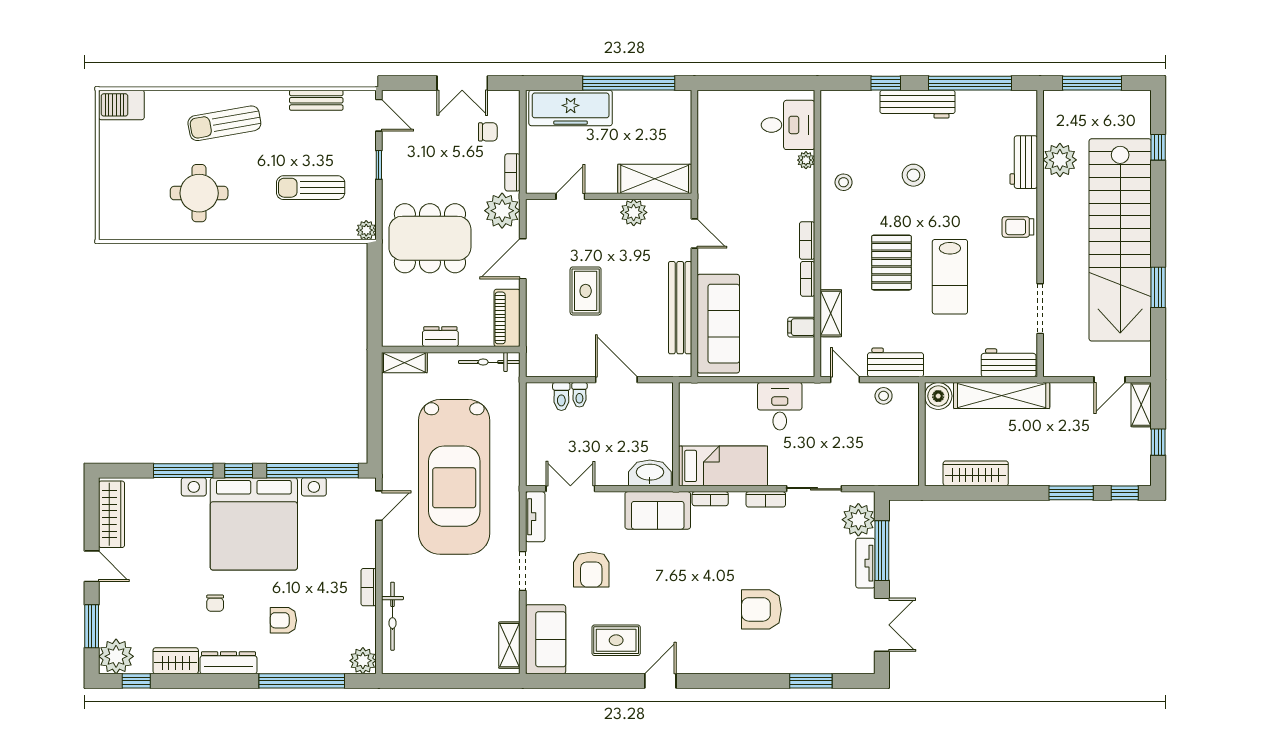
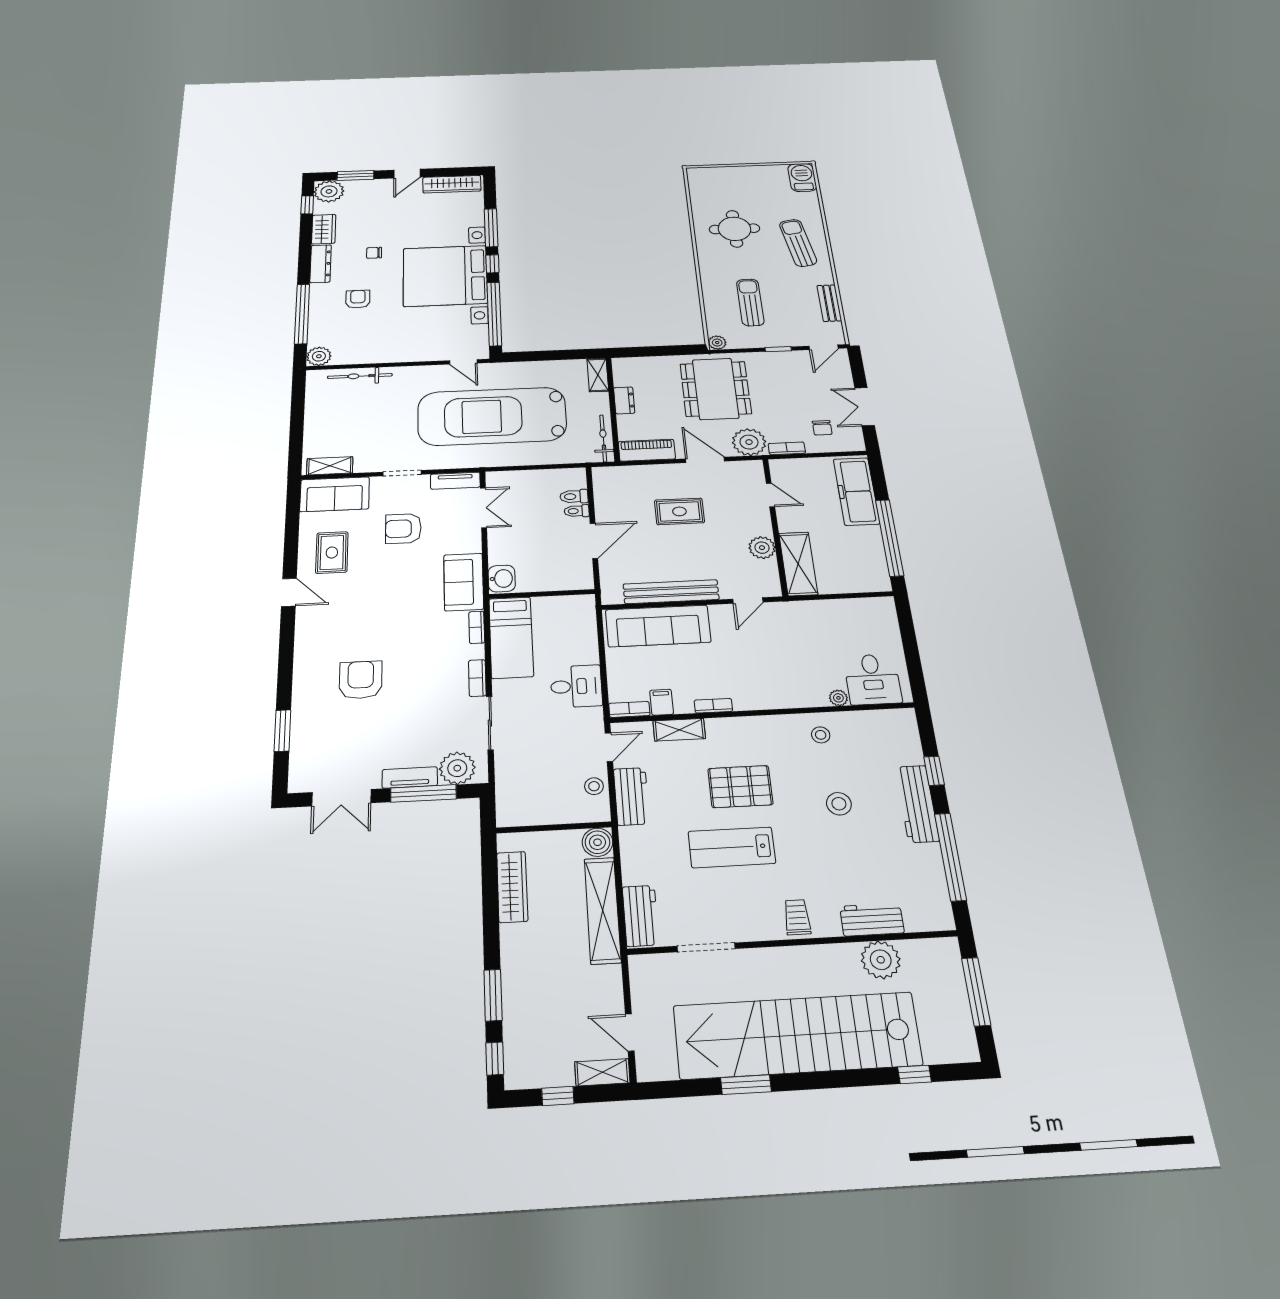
bookcase: (807, 241) -> (629, 709), moved
washbasin: (650, 473) -> (502, 579), width x0.72
bookcase: (369, 587) -> (387, 358), removed

